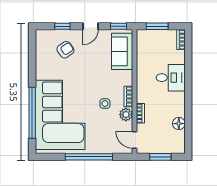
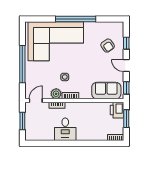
printer: (147, 38) -> (117, 110), added
desk: (171, 78) -> (65, 129), moved
window: (32, 113) -> (76, 19), moved
floor lamp: (179, 124) -> (49, 136), removed

